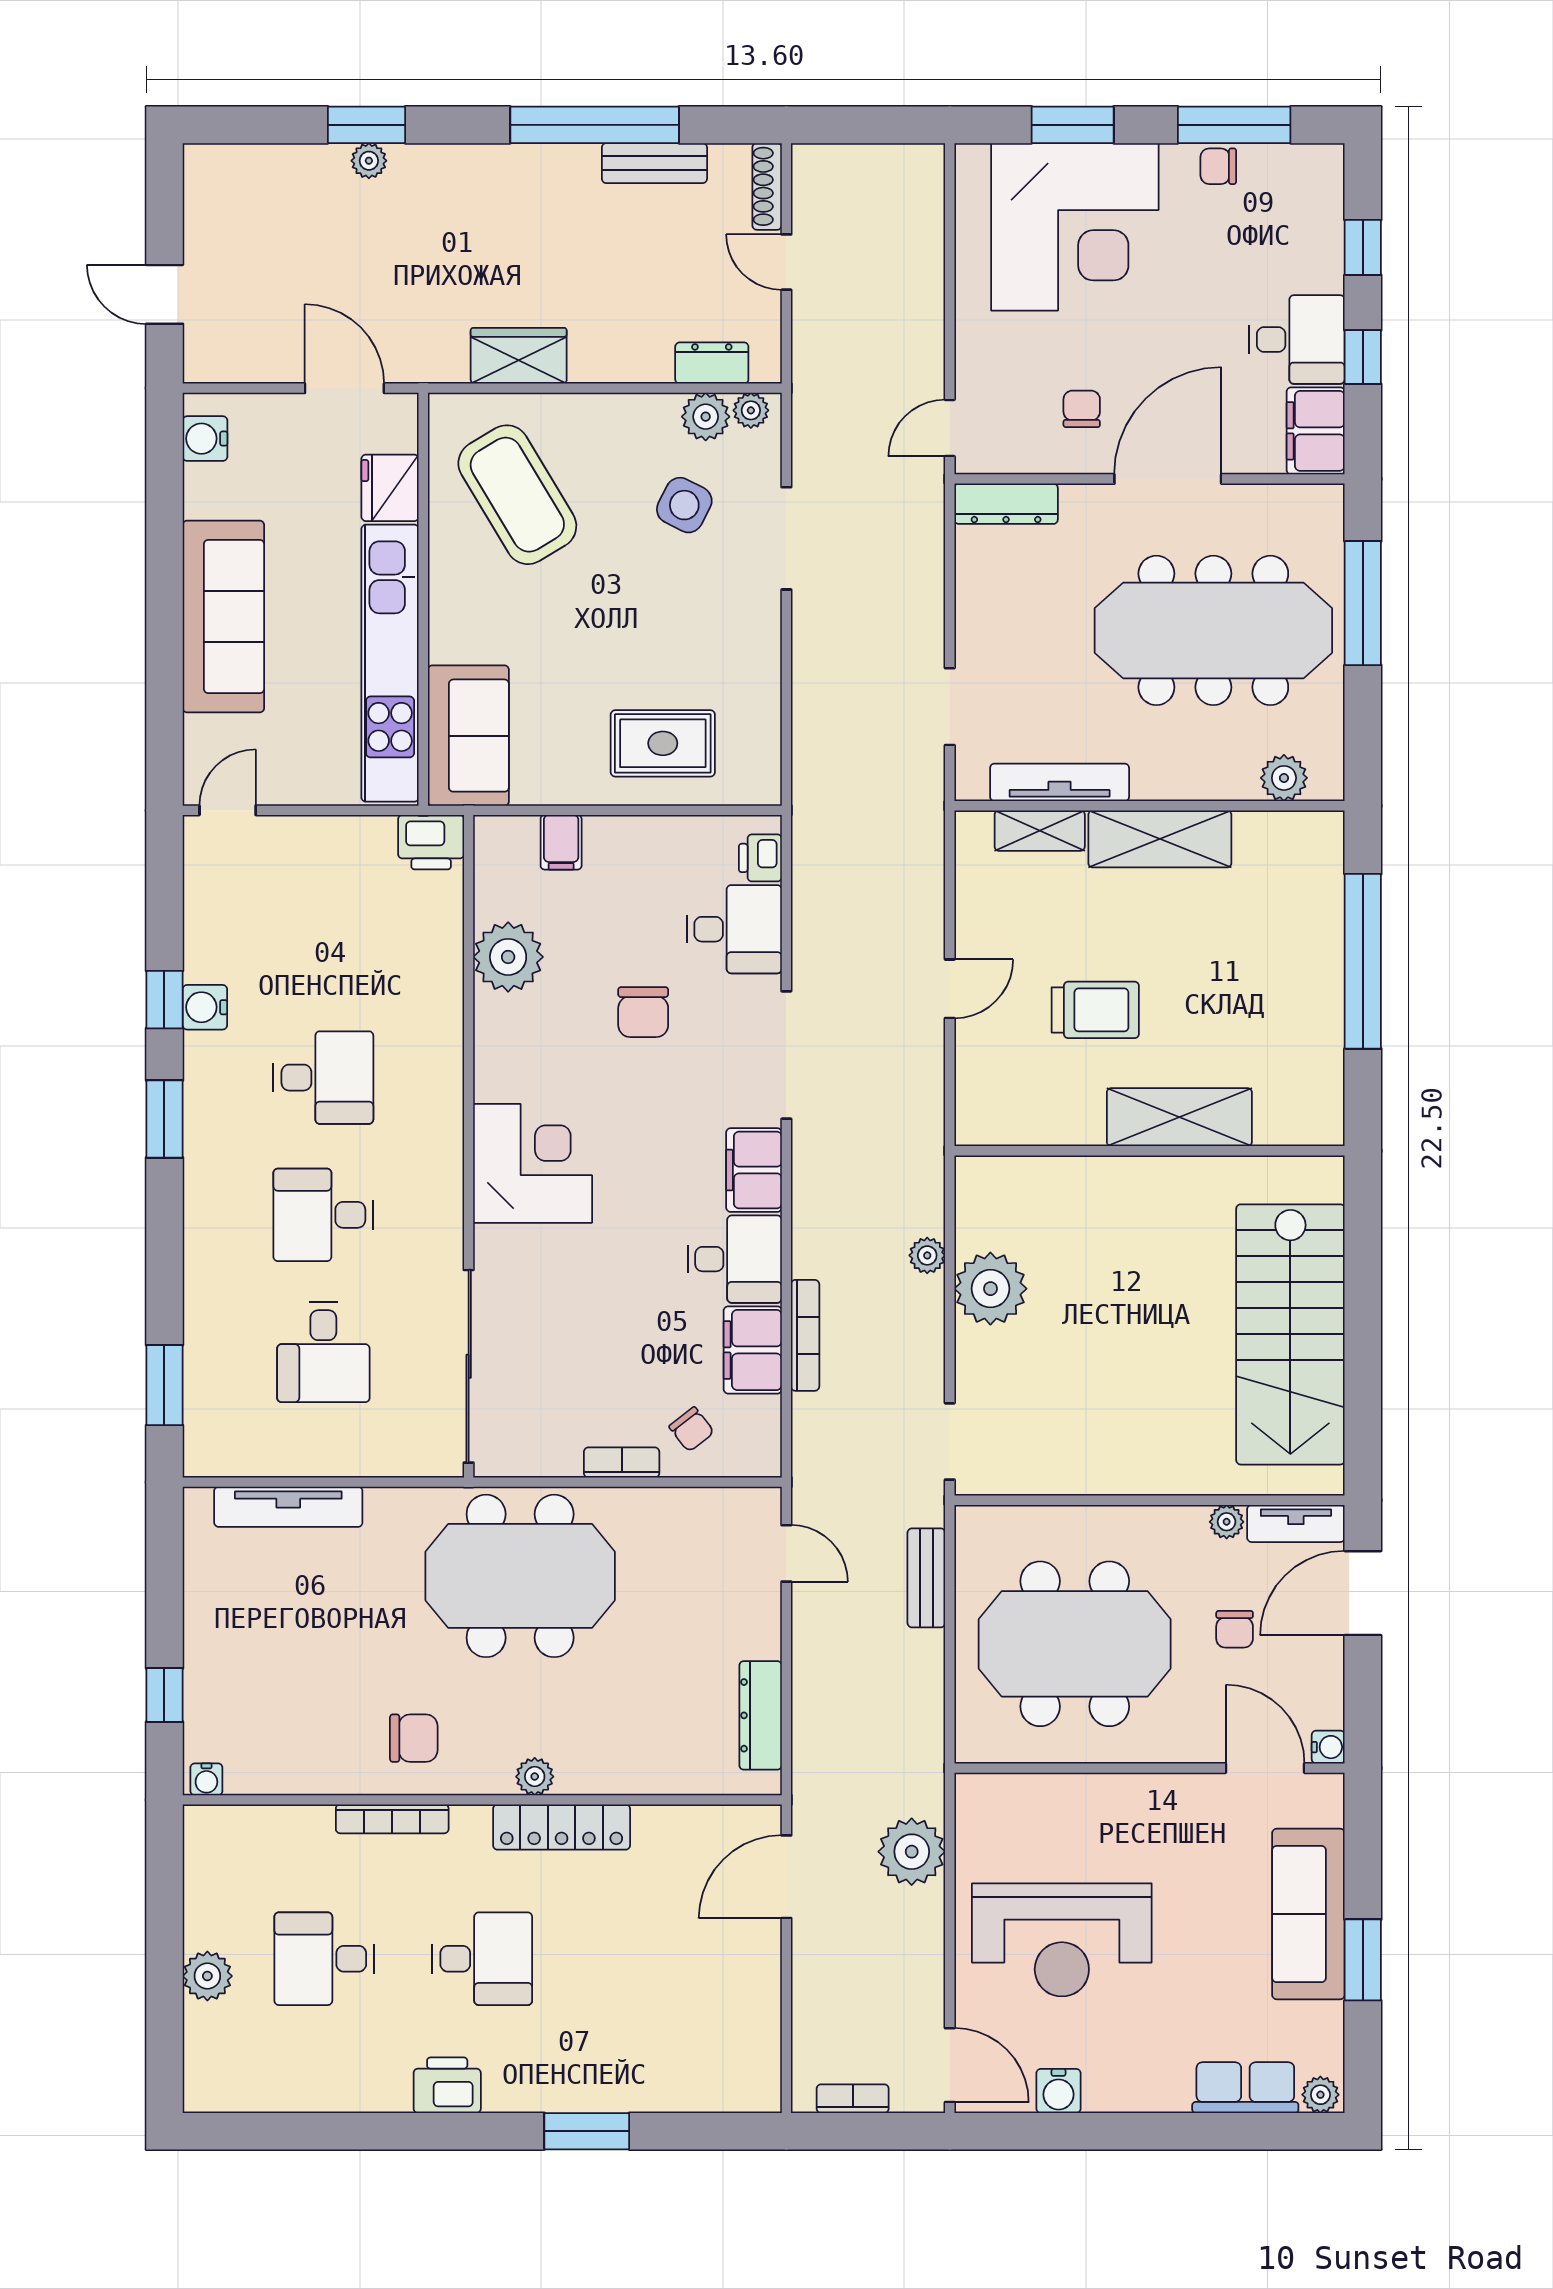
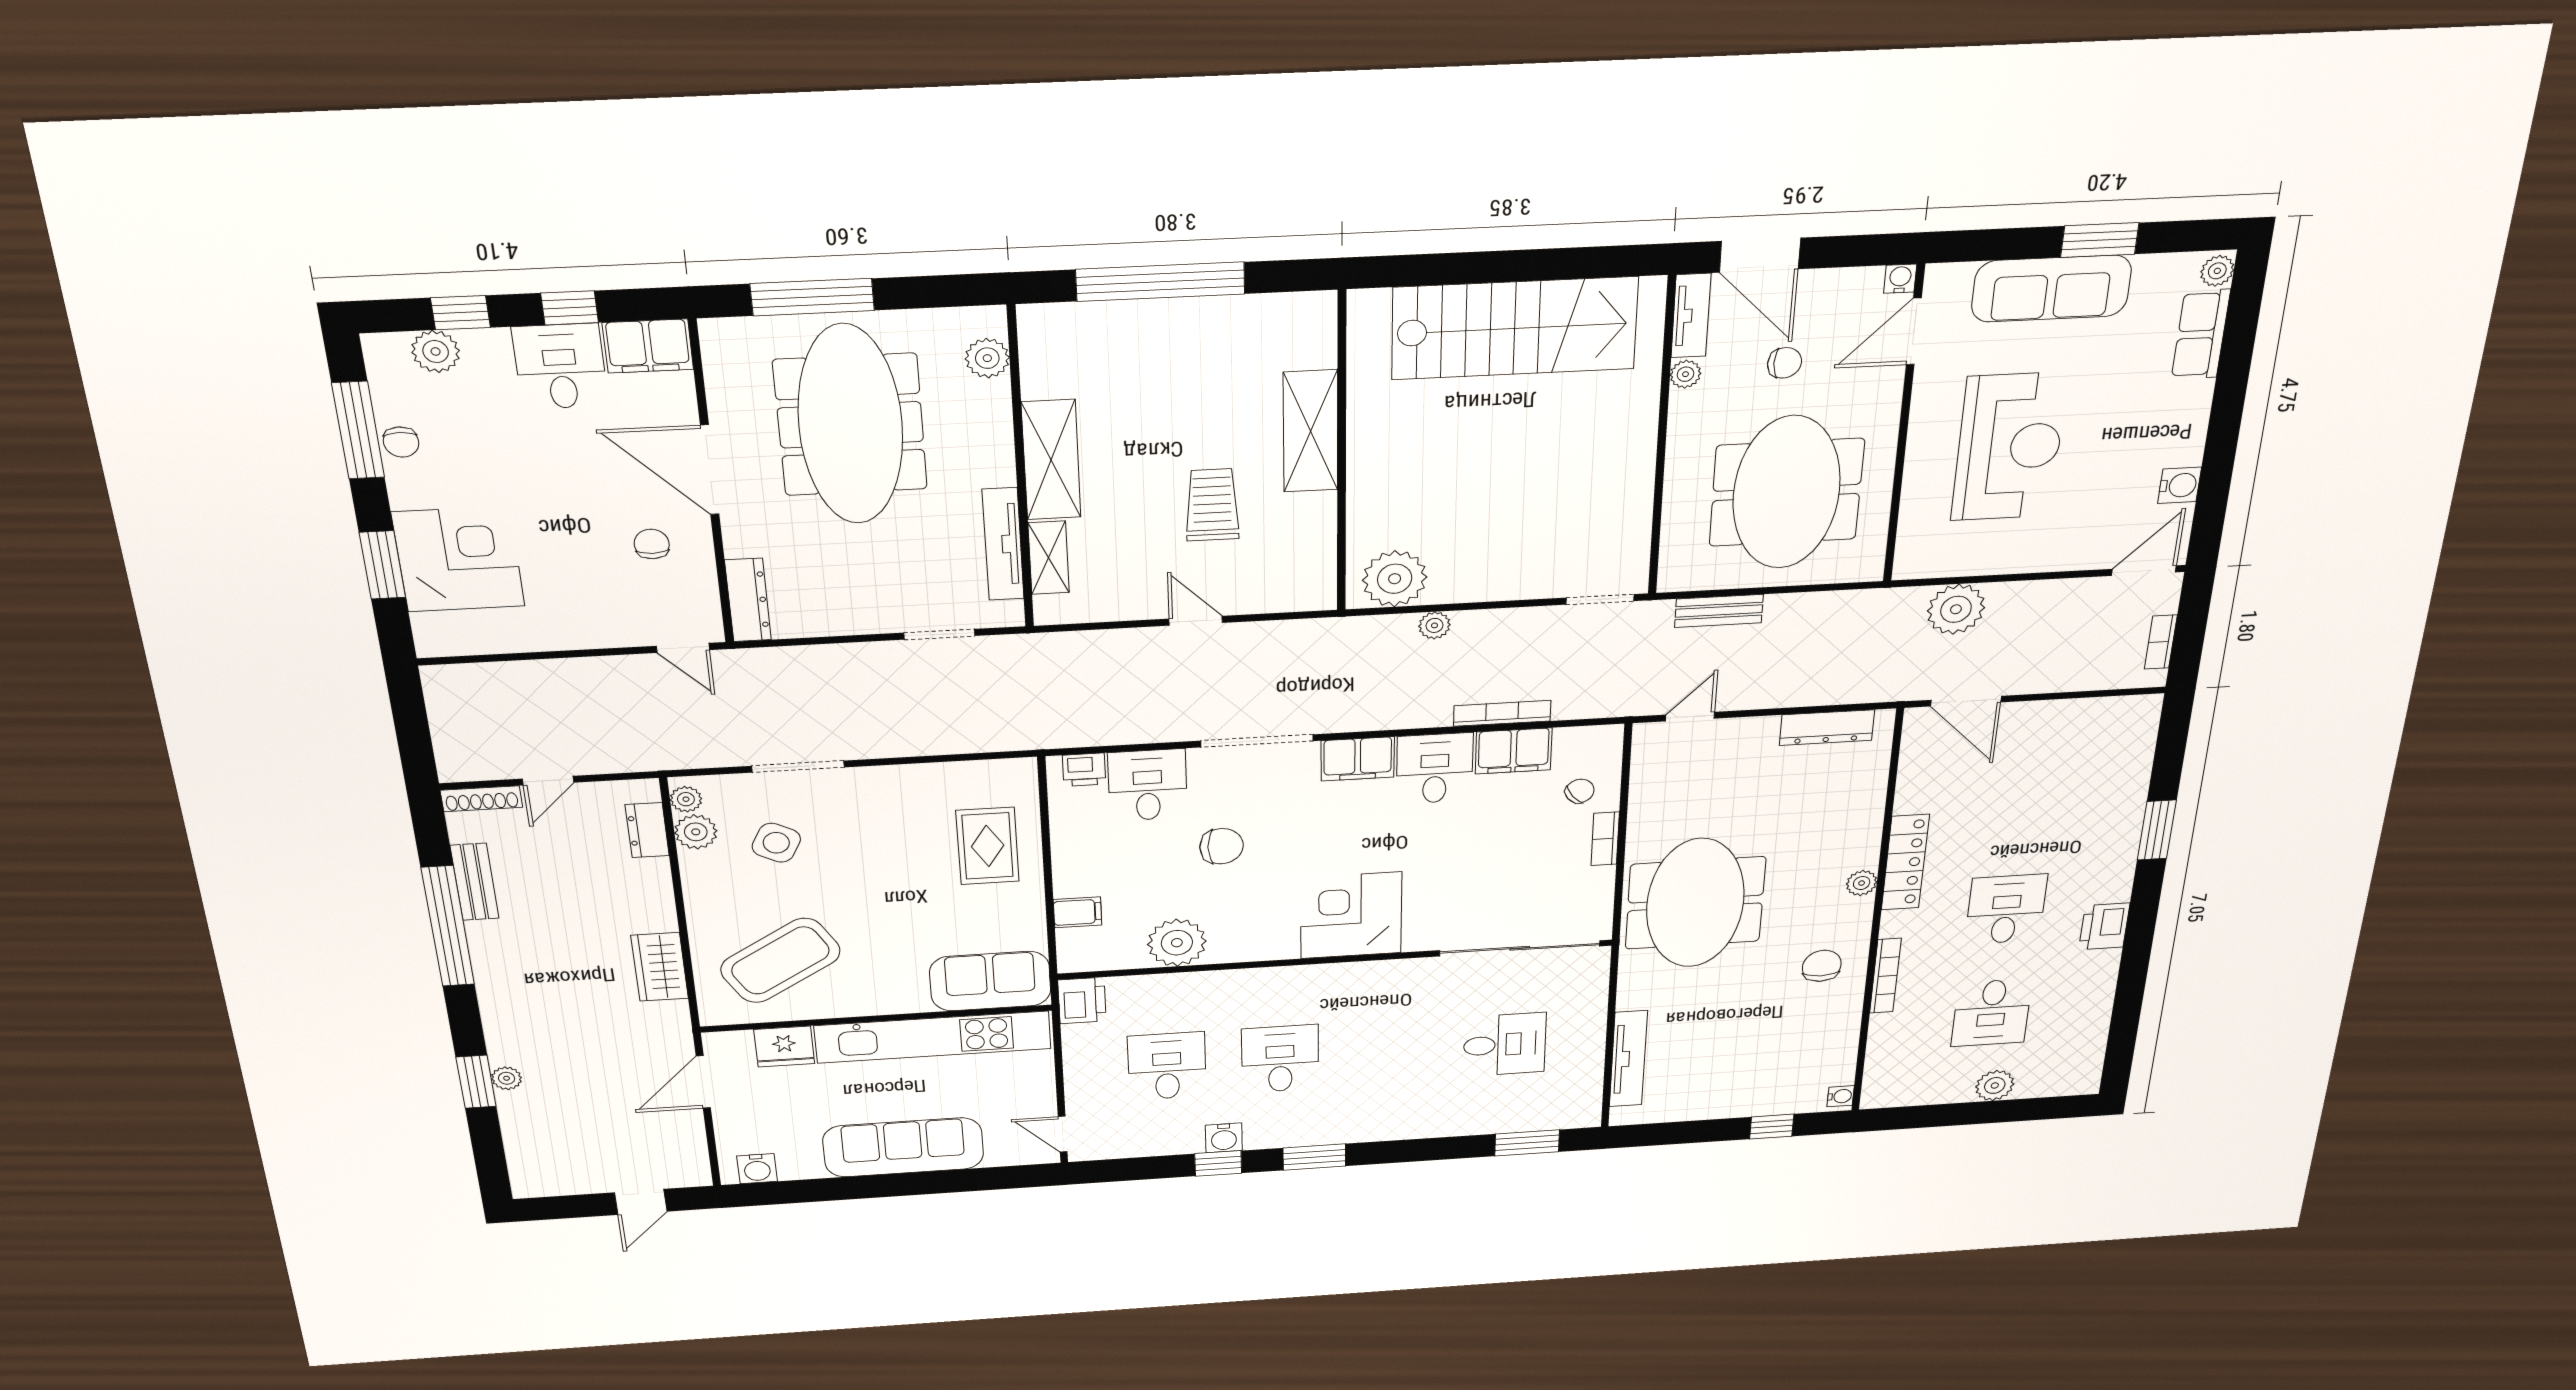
plant: (1320, 216) -> (436, 351), added
corner desk: (1075, 227) -> (458, 559), width x0.74, depth x0.74
chair: (1082, 409) -> (652, 544), turned 90
desk: (323, 1215) -> (1167, 1066), moved, turned 180
plant: (990, 1289) -> (1395, 579), moved
reception desk: (1062, 1940) -> (2009, 447), moved

